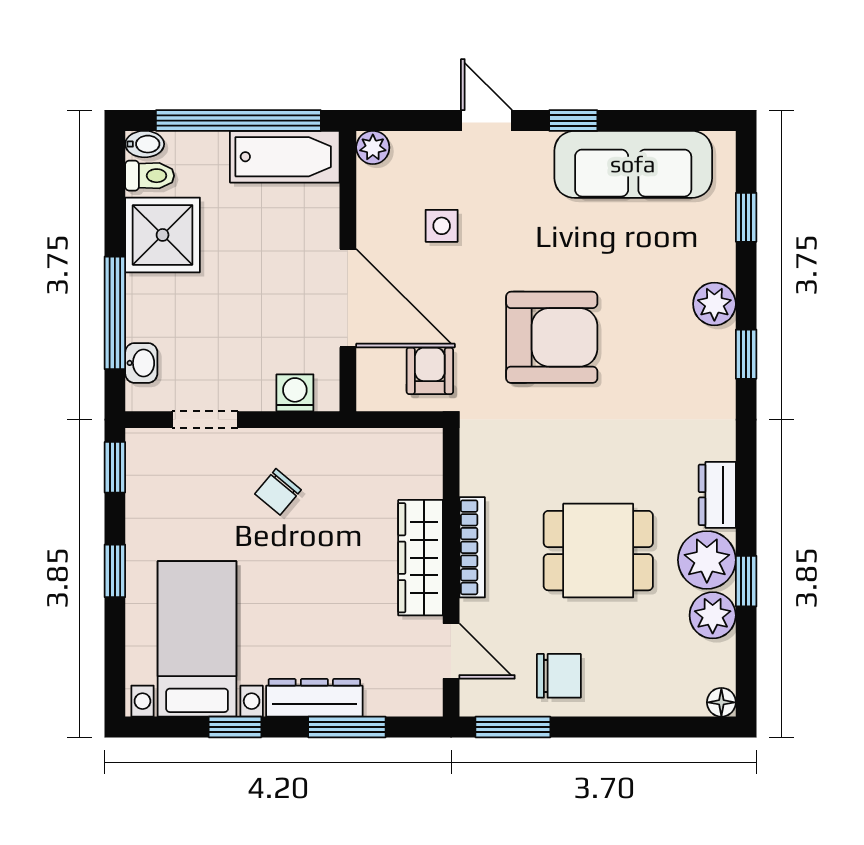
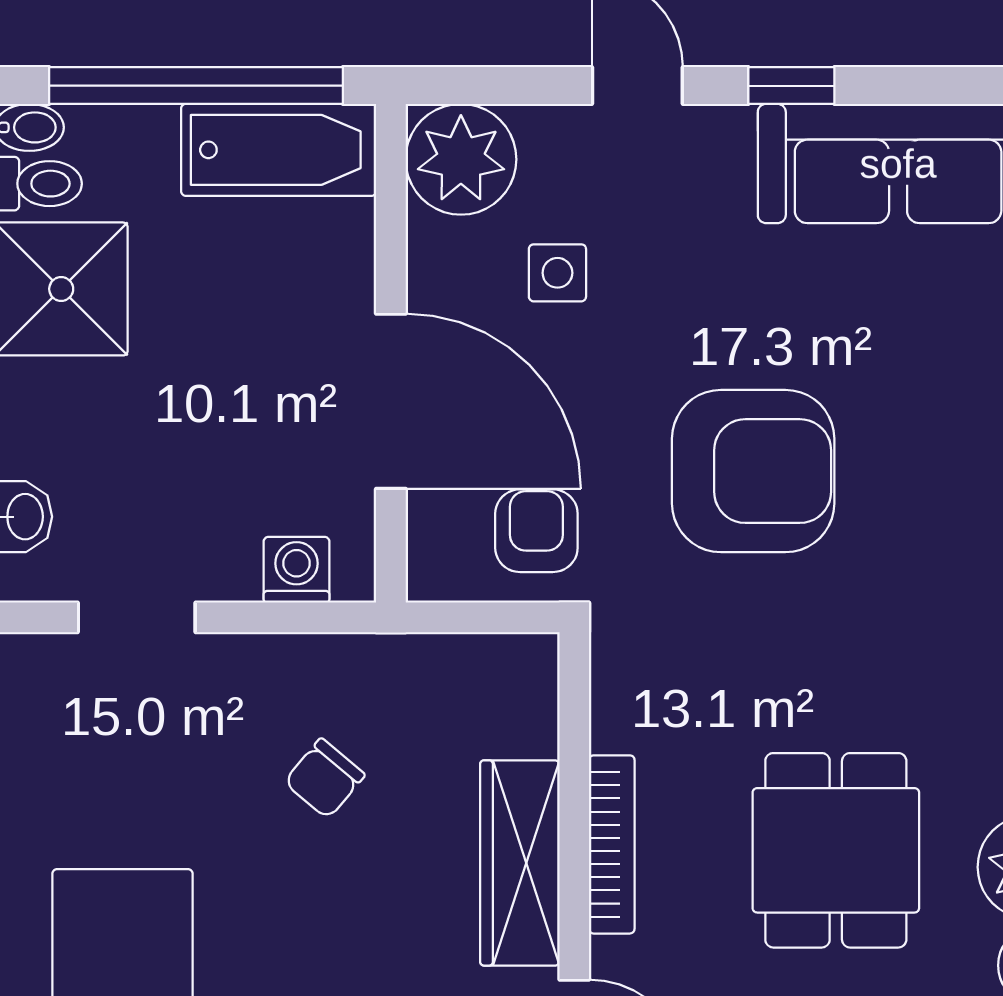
plant: (373, 147) -> (461, 159), width x1.87, depth x1.87
chair: (278, 492) -> (324, 779), moved
dining table: (598, 551) -> (836, 850), turned 90

